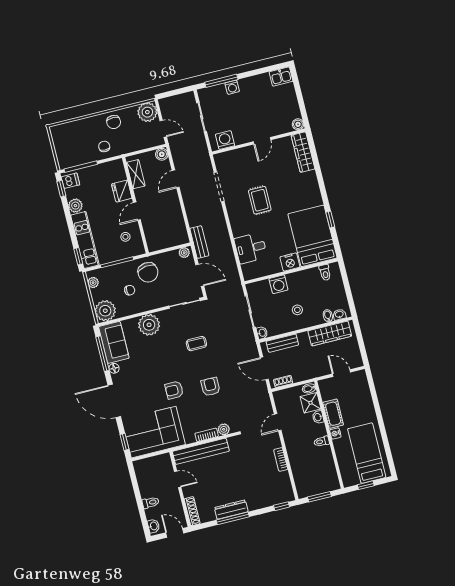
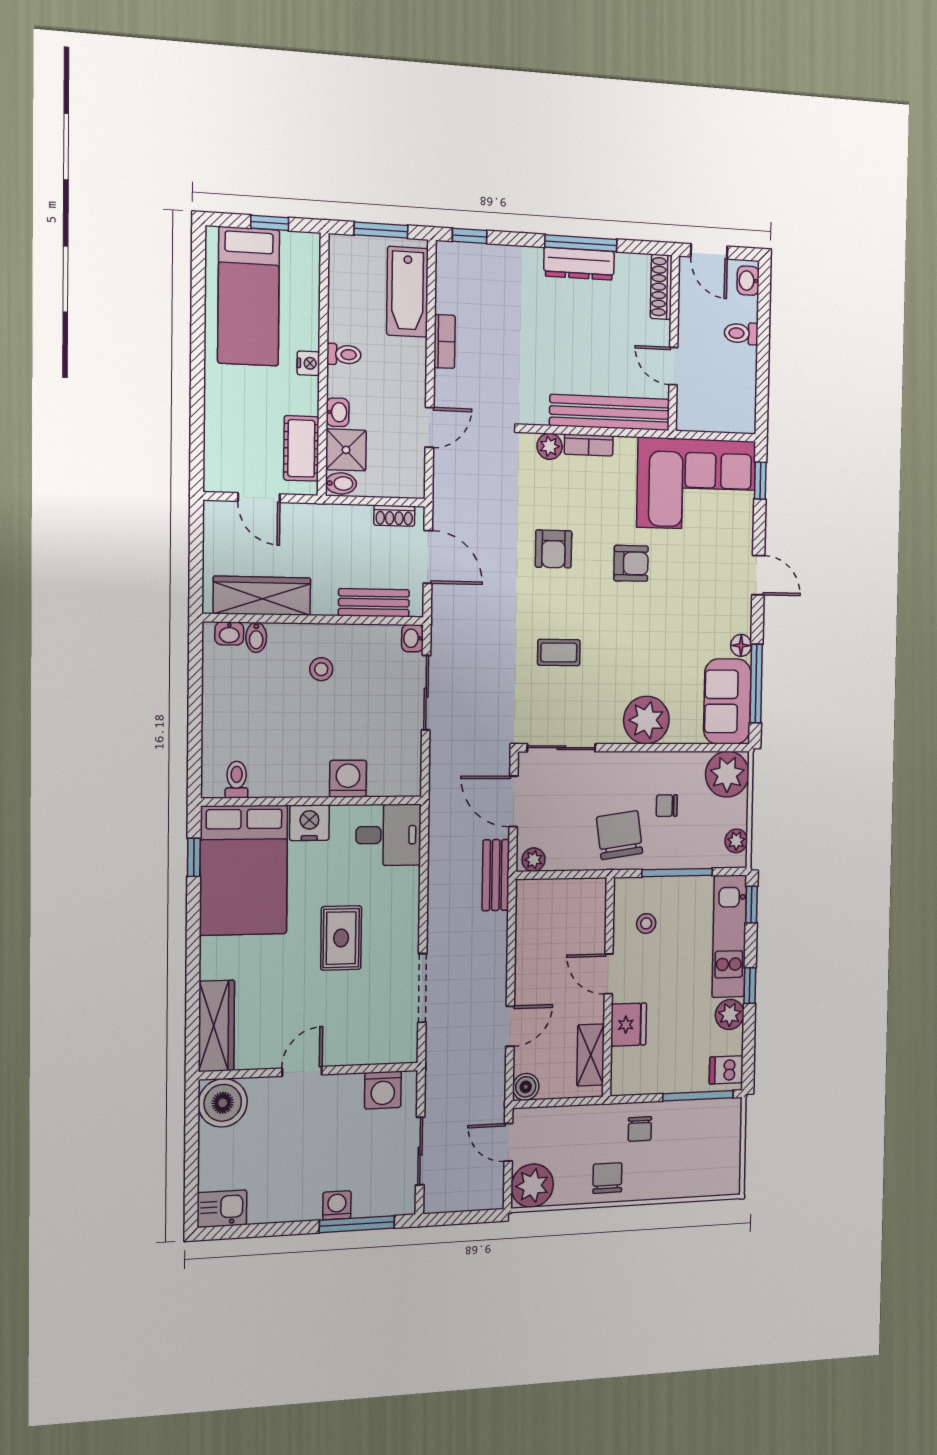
boiler: (298, 124) -> (223, 1103), width x1.86, depth x1.86
window: (61, 189) -> (750, 986), moved
door: (137, 211) -> (609, 974), swing flipped
bed: (312, 236) -> (244, 870), moved
nightstand: (290, 262) -> (309, 823), moved
wall: (291, 271) -> (312, 801), moved
toilet: (325, 272) -> (237, 780), moved
washing machine: (278, 284) -> (348, 779), moved
door: (114, 401) -> (758, 575), width x0.53
cot: (333, 414) -> (301, 448), moved
bathtub: (302, 475) -> (407, 292), added

